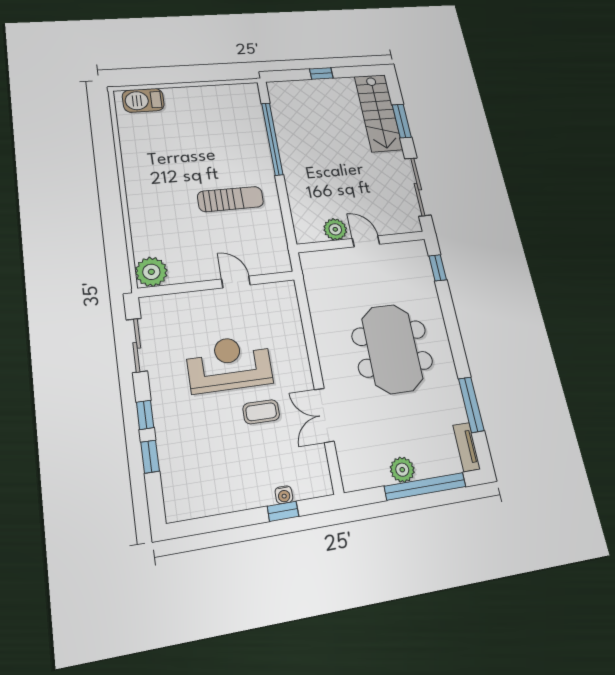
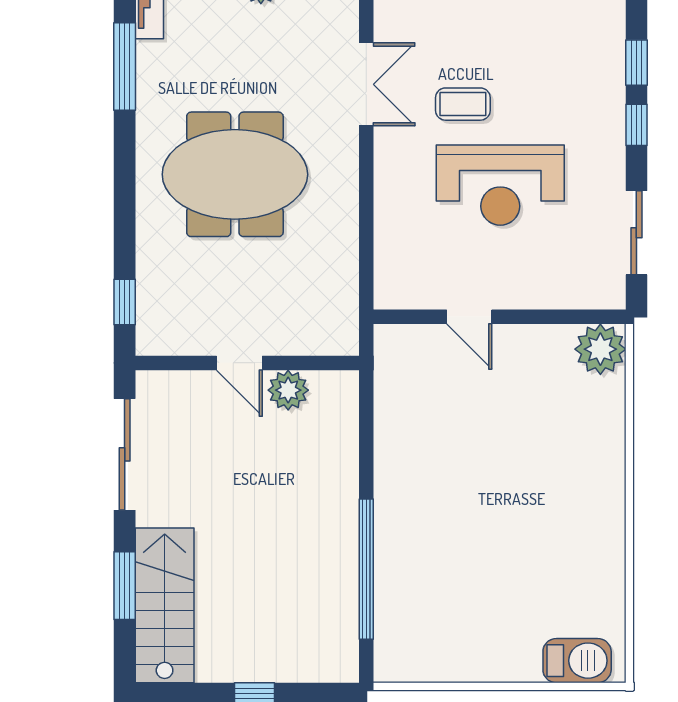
sun lounger: (231, 199) -> (456, 463), removed
meeting table: (392, 349) -> (235, 174), turned 90

